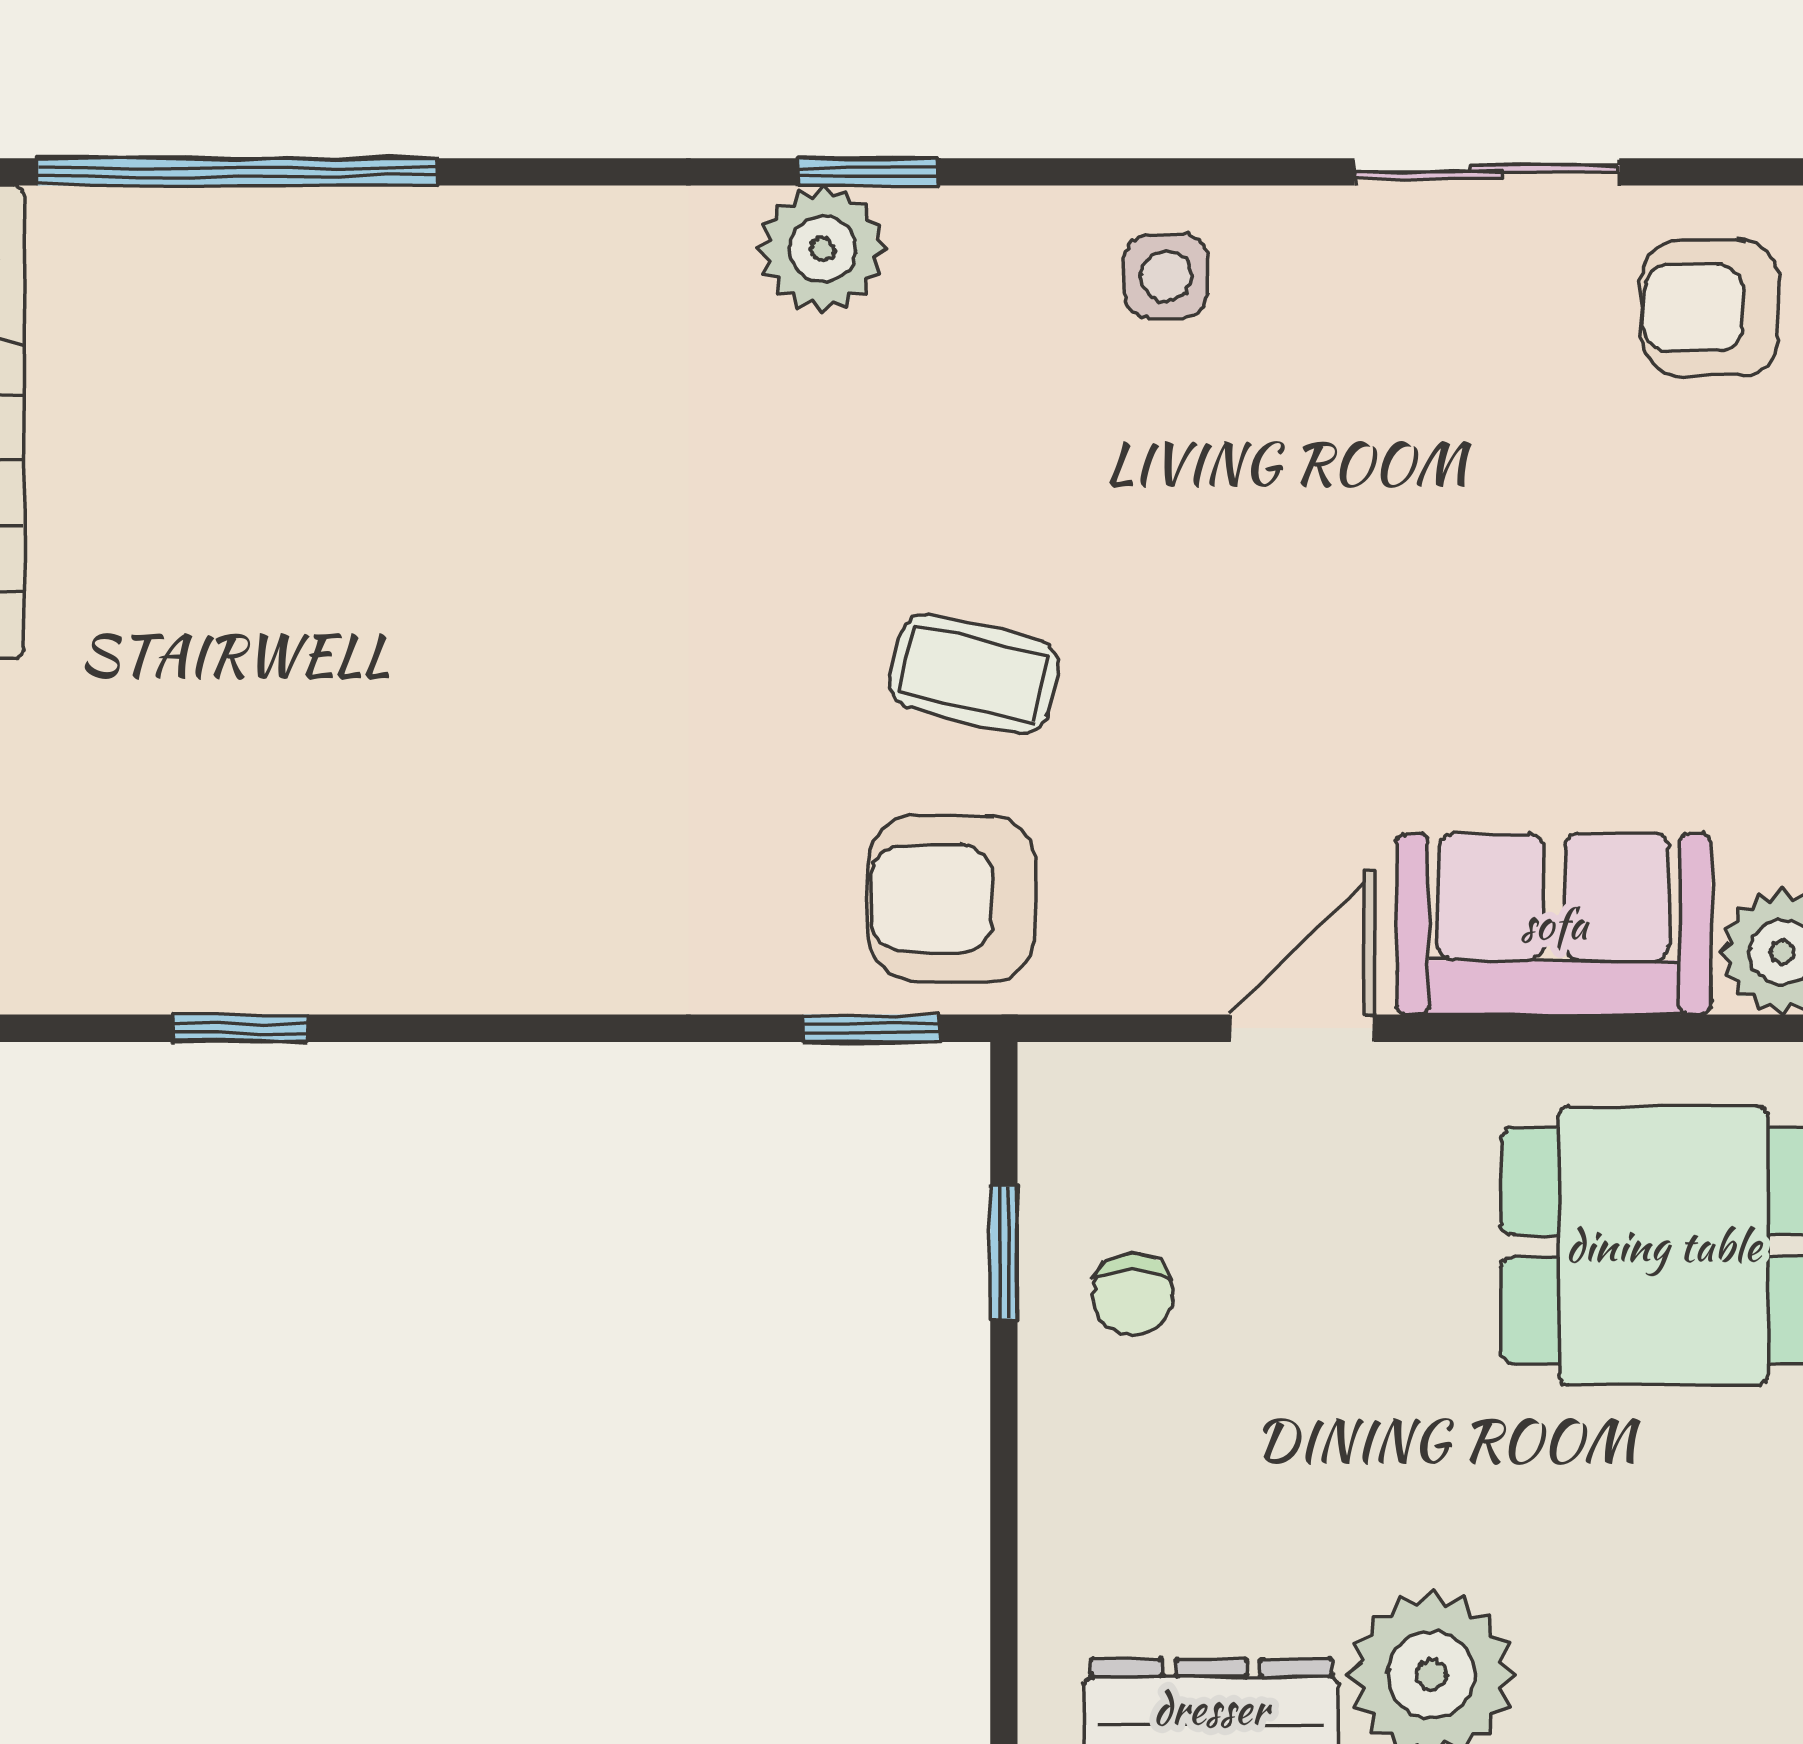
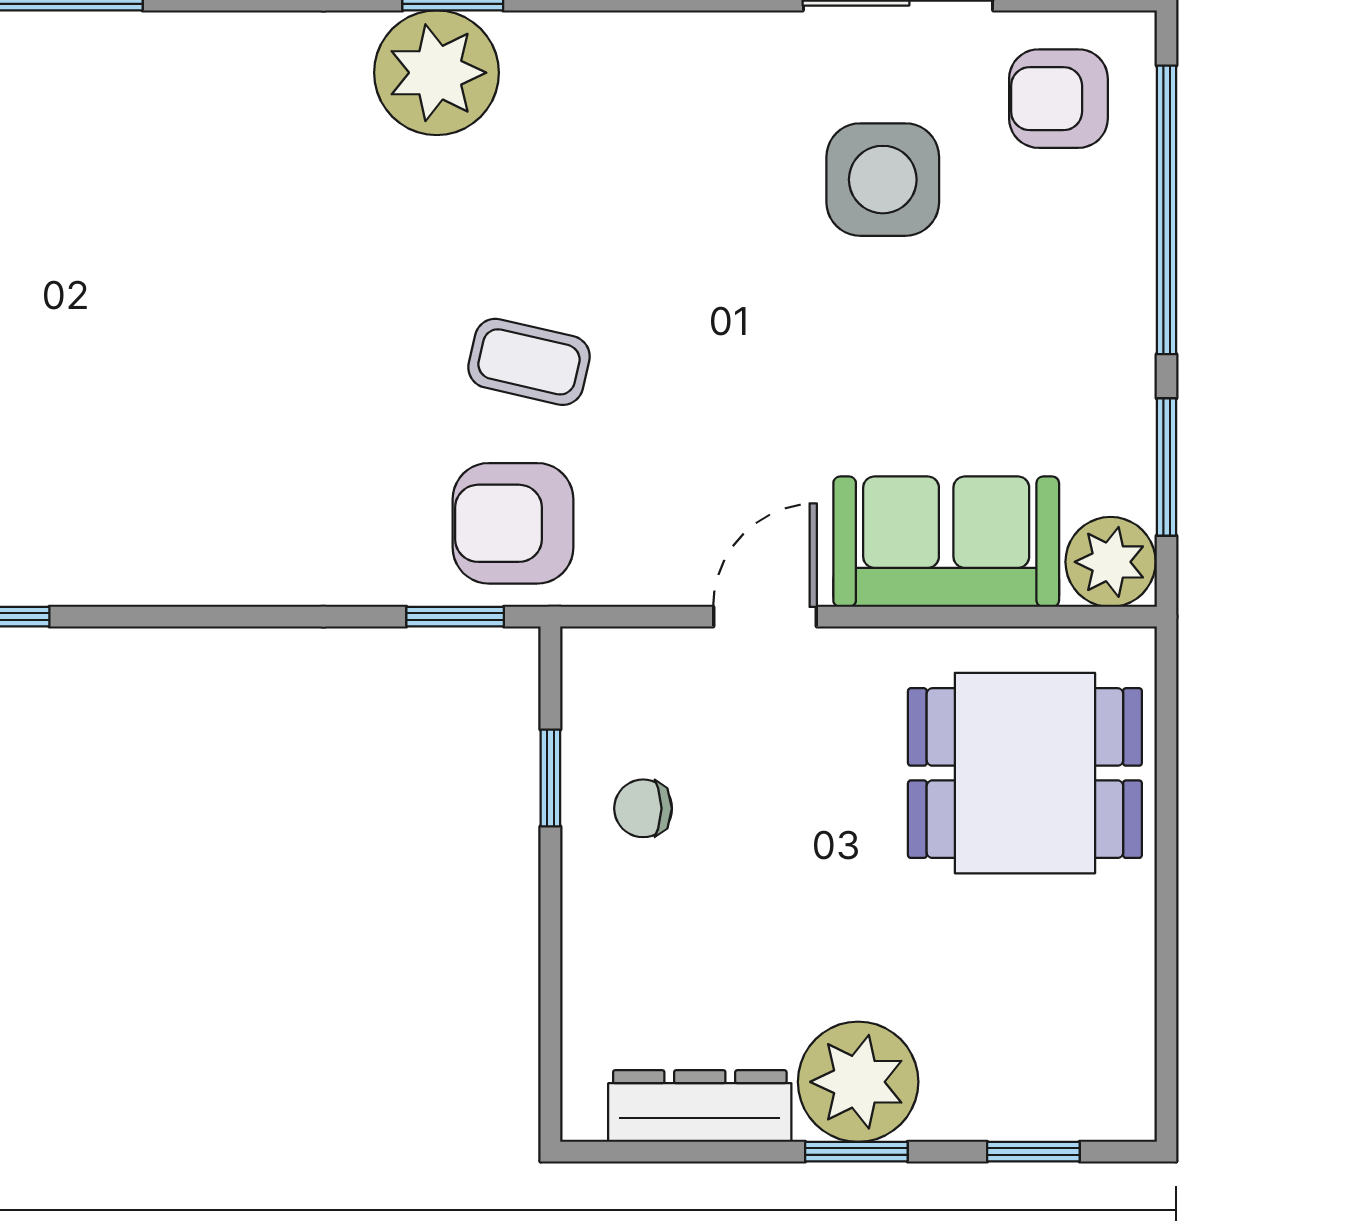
plant: (822, 249) -> (437, 73), width x1.36, depth x1.36
side table: (1166, 276) -> (883, 180), moved, width x1.87, depth x1.87
chair: (1133, 1295) -> (643, 808), turned 90

